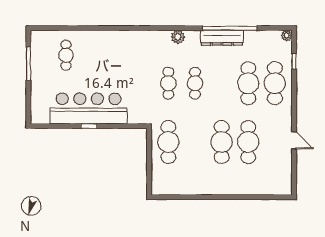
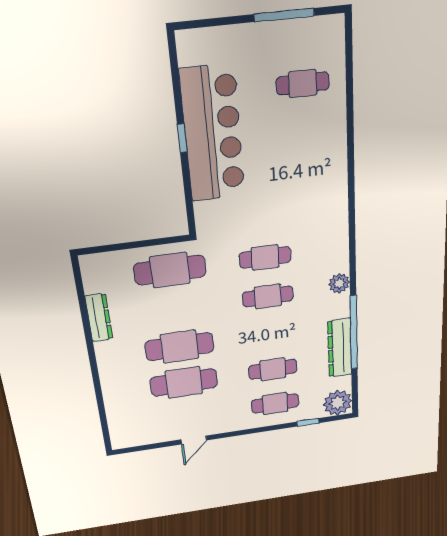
plant: (287, 36) -> (338, 403), width x1.88, depth x1.88
plant: (178, 37) -> (339, 283), moved
dresser: (222, 38) -> (340, 348), moved
cafe table: (248, 83) -> (273, 369), width x0.73, depth x0.74
cafe table: (275, 83) -> (275, 403), width x0.73, depth x0.74
dresser: (194, 189) -> (99, 318), added

